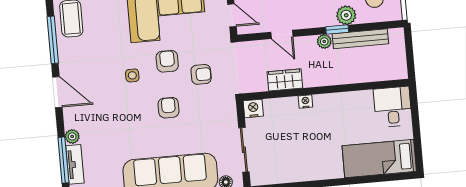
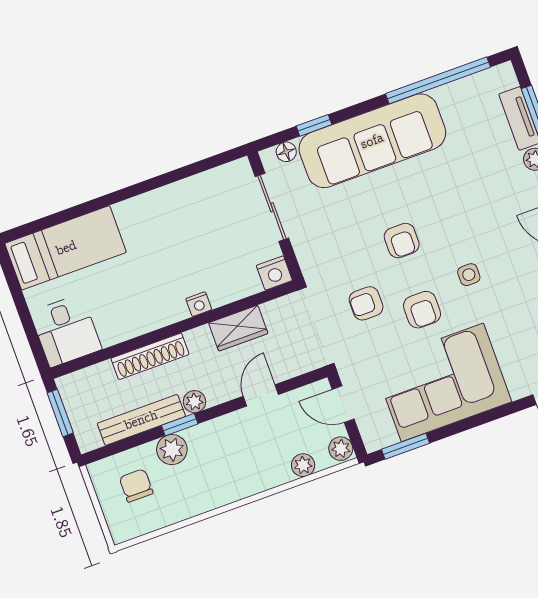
door: (282, 34) -> (261, 395), hinge flipped
window: (410, 56) -> (60, 413), added
shoe rack: (344, 77) -> (150, 356), added

